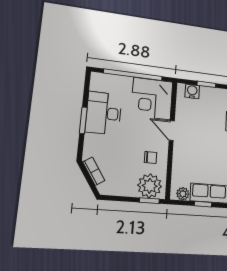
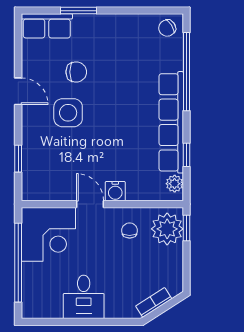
water cooler: (192, 91) -> (115, 191), moved, turned -90
desk: (104, 113) -> (84, 297), width x0.73
window: (83, 120) -> (88, 322), removed
door: (172, 131) -> (90, 204), swing flipped

